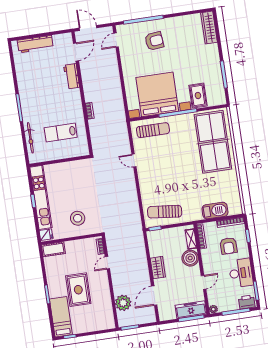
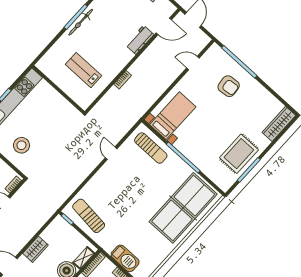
door: (116, 40) -> (193, 63), moved
bed with nightstands: (157, 94) -> (173, 116), width x0.54
rug: (198, 96) -> (239, 154), moved, width x1.36, depth x1.43
bicycle: (30, 138) -> (81, 22), moved

